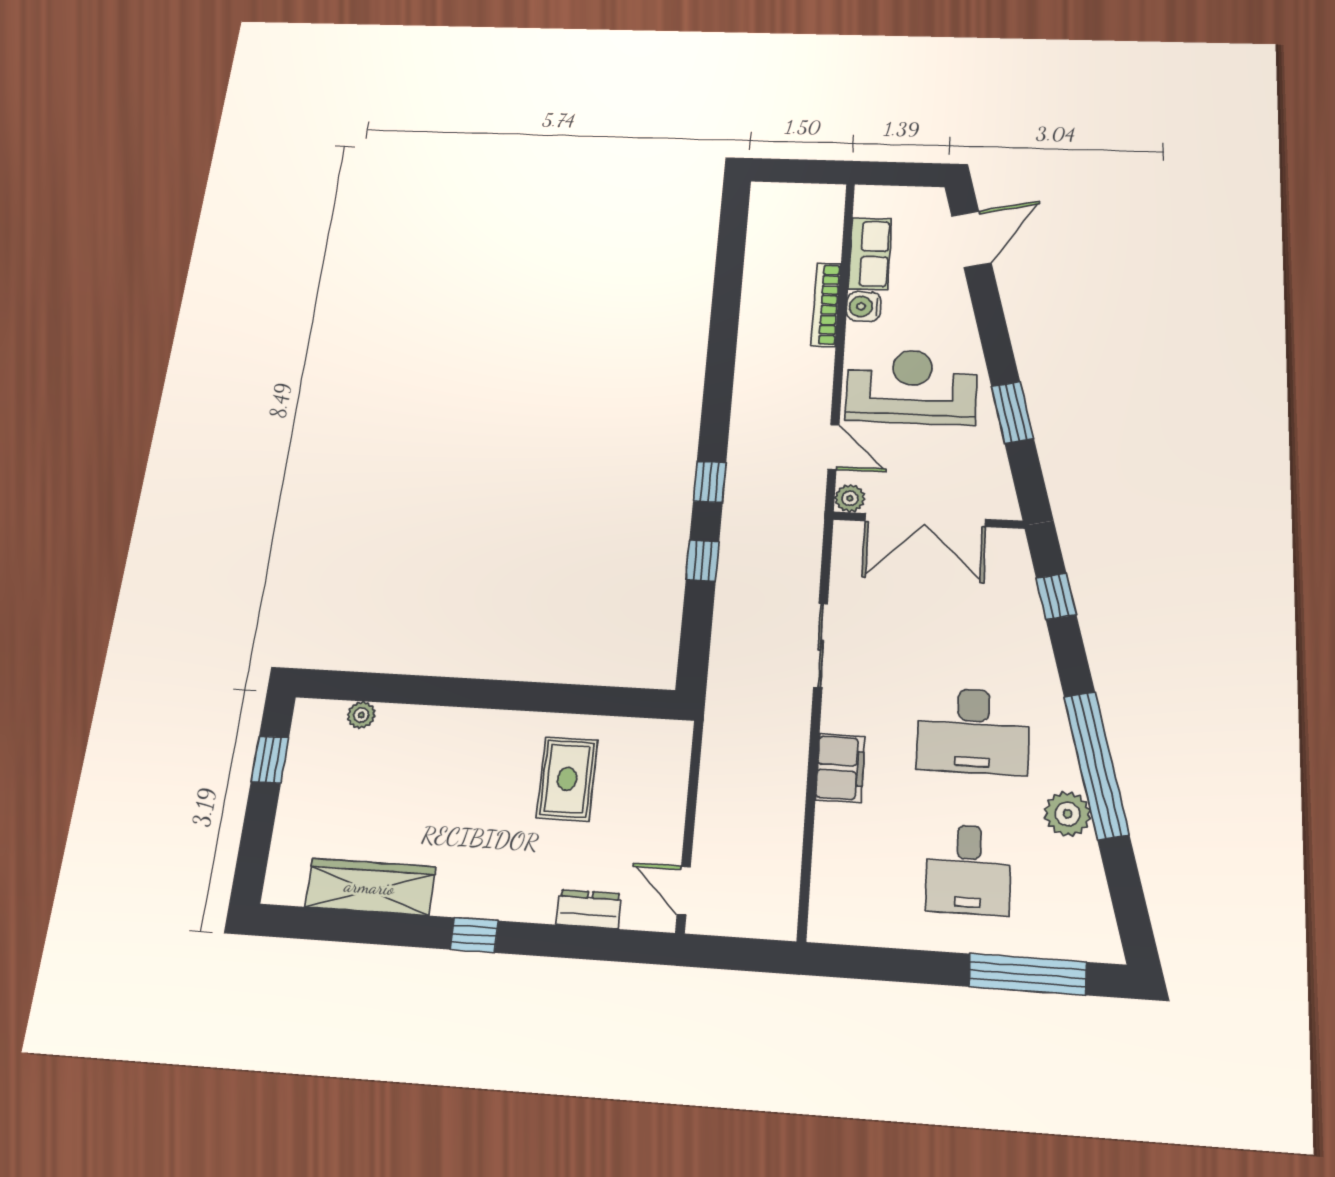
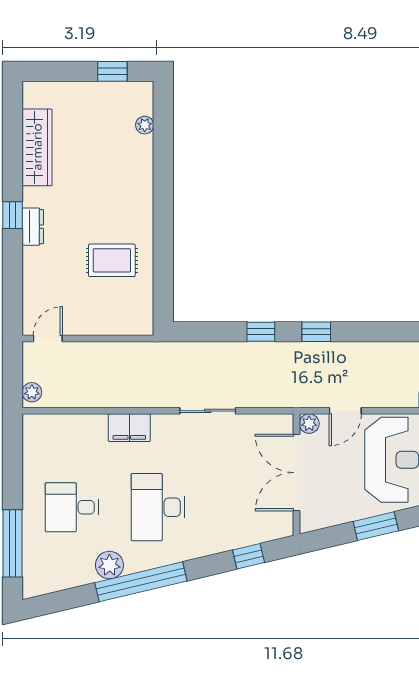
dresser: (589, 909) -> (33, 227), moved
plant: (771, 923) -> (32, 392), added

